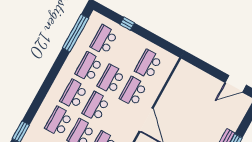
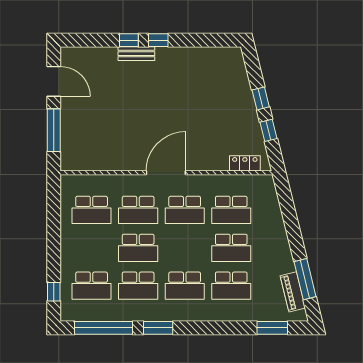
window: (127, 24) -> (54, 292), moved
window: (58, 65) -> (158, 328), added
window: (207, 68) -> (54, 130), added
school desk: (96, 107) -> (185, 210), moved

